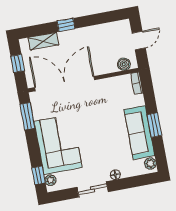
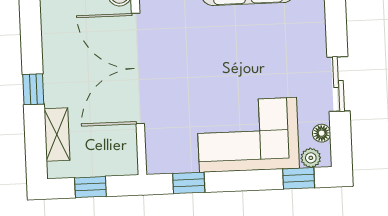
double door: (65, 84) -> (138, 68), moved
window: (27, 116) -> (189, 183), width x0.67
floor lamp: (115, 175) -> (322, 133), moved

